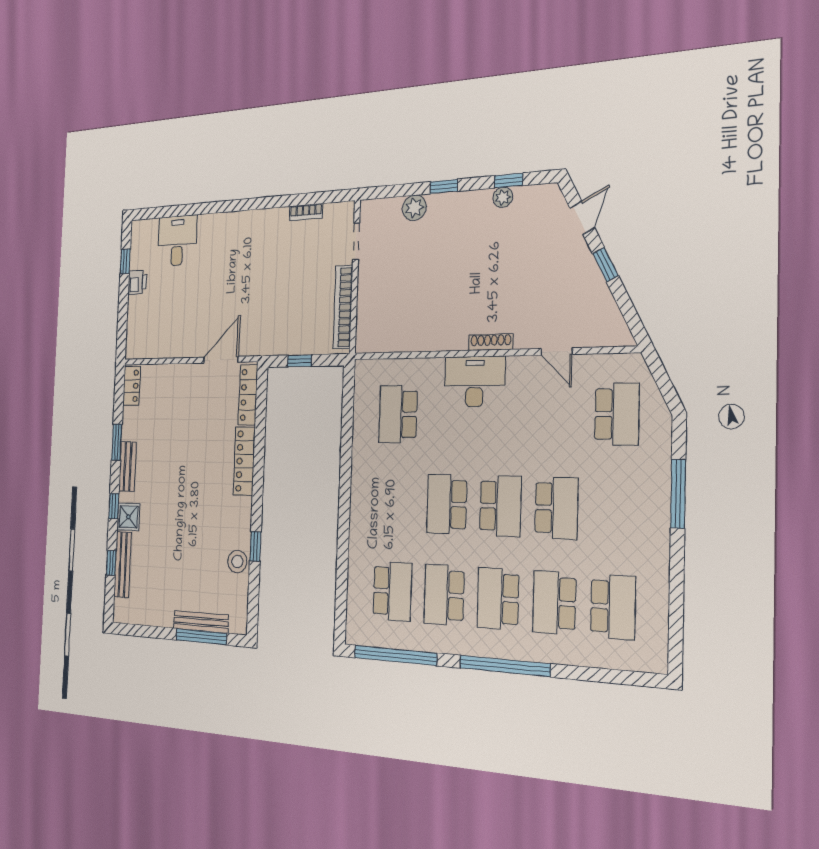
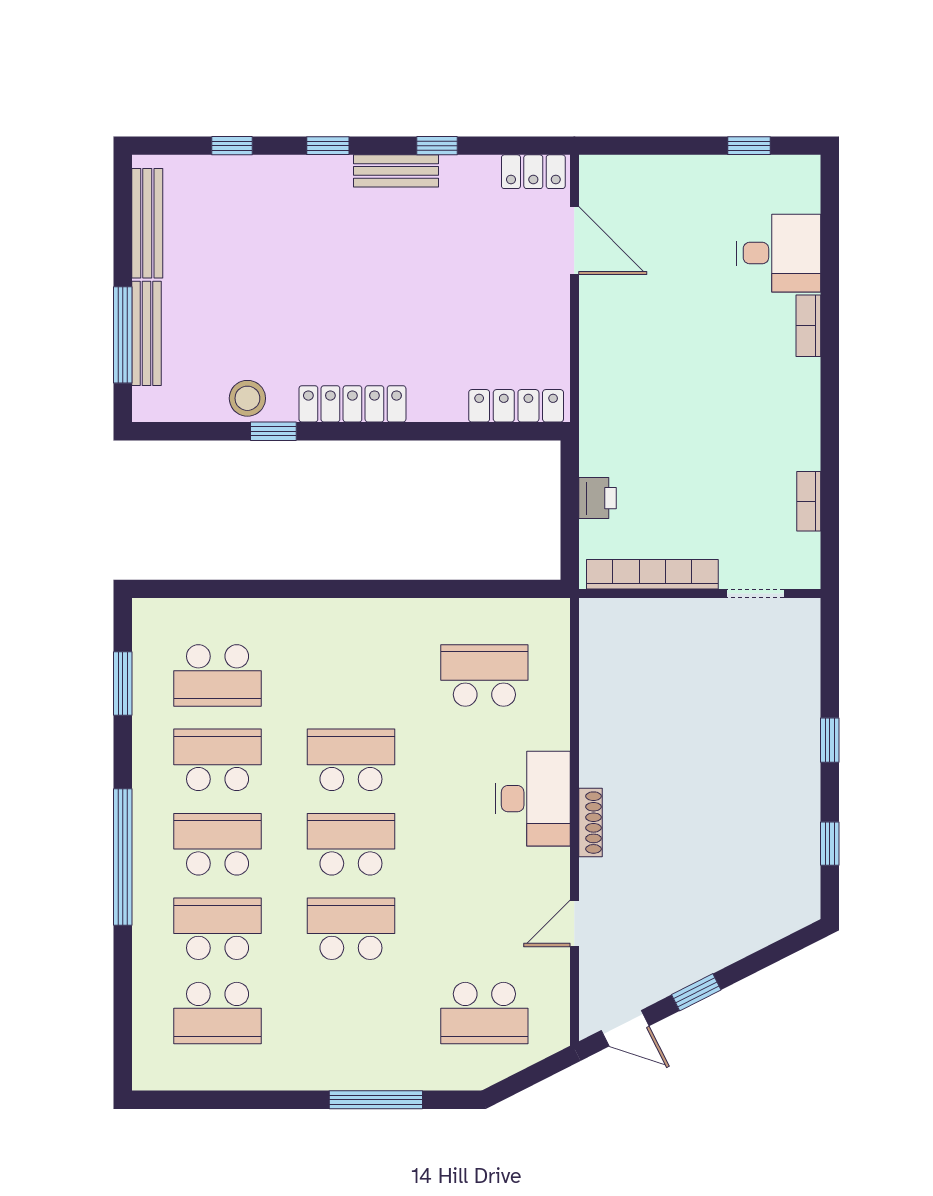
plant: (503, 197) -> (806, 835), removed
plant: (414, 208) -> (801, 692), removed
door: (582, 218) -> (625, 1028), moved
bookcase: (214, 220) -> (808, 326), added
printer: (137, 282) -> (597, 498), moved, turned -90
door: (221, 360) -> (574, 241), moved
window: (299, 361) -> (570, 500), removed
window: (117, 442) -> (437, 146), width x0.67
locker: (244, 461) -> (352, 404), moved
school desk: (500, 506) -> (351, 844), turned 180
school desk: (556, 508) -> (351, 929), turned 180
shower: (128, 517) -> (311, 178), removed
bench: (123, 565) -> (147, 223), moved, turned 90
window: (395, 655) -> (123, 684), width x0.47

